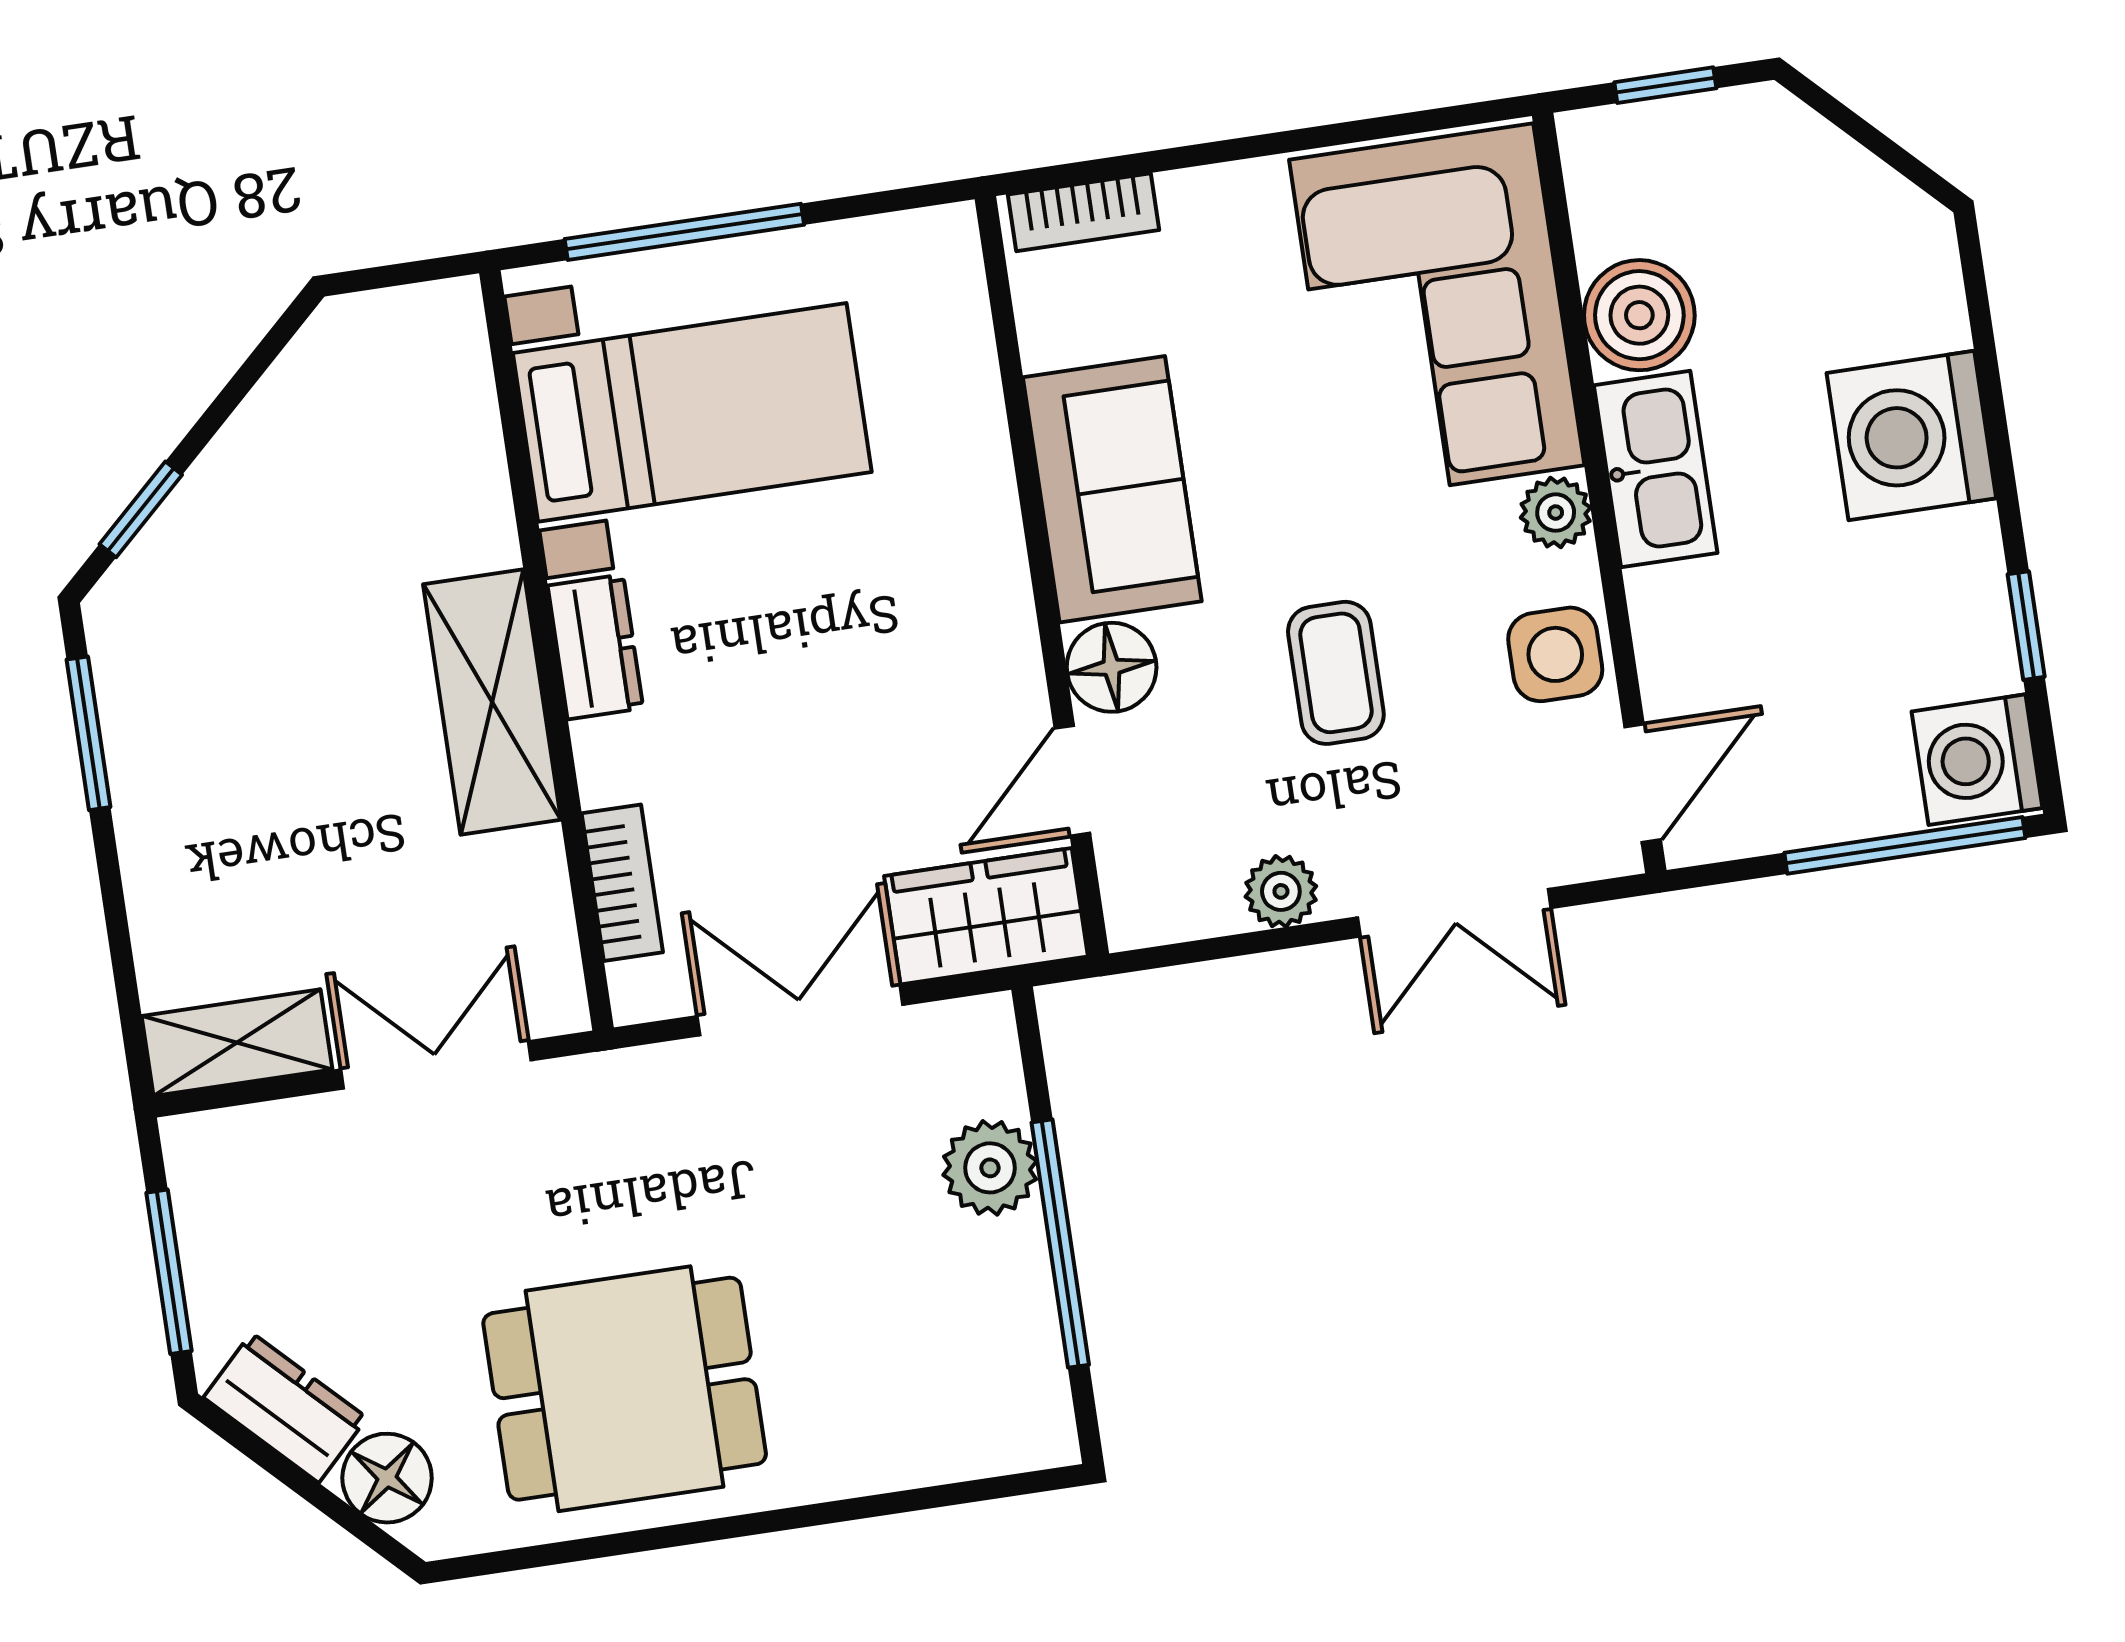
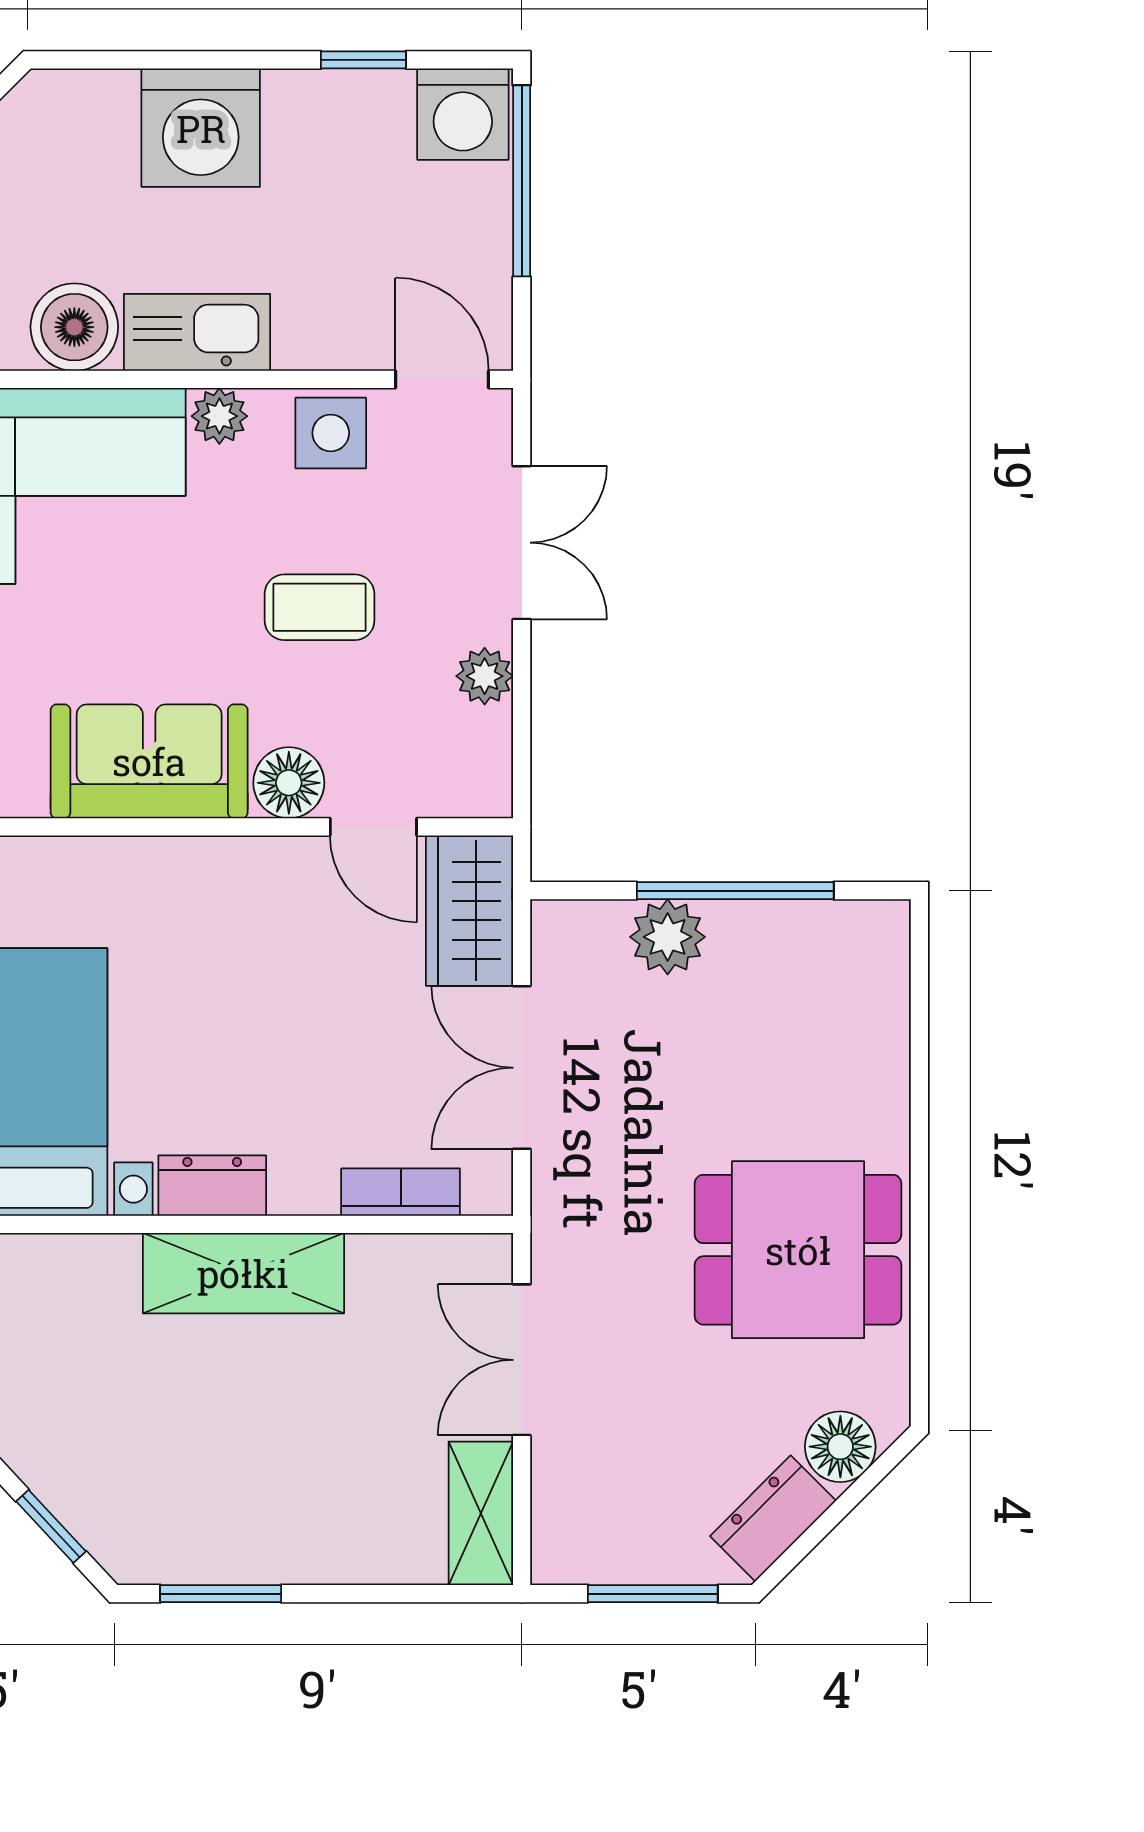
dining table: (625, 1389) -> (798, 1250), turned 90

